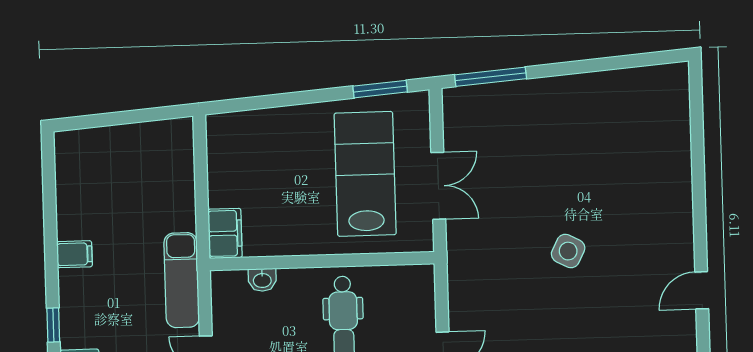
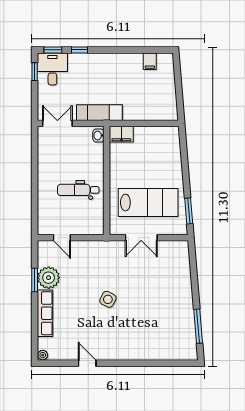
window: (491, 77) -> (198, 326), moved
filing cabinet: (75, 254) -> (150, 61), moved
washbasin: (262, 280) -> (98, 135), moved

